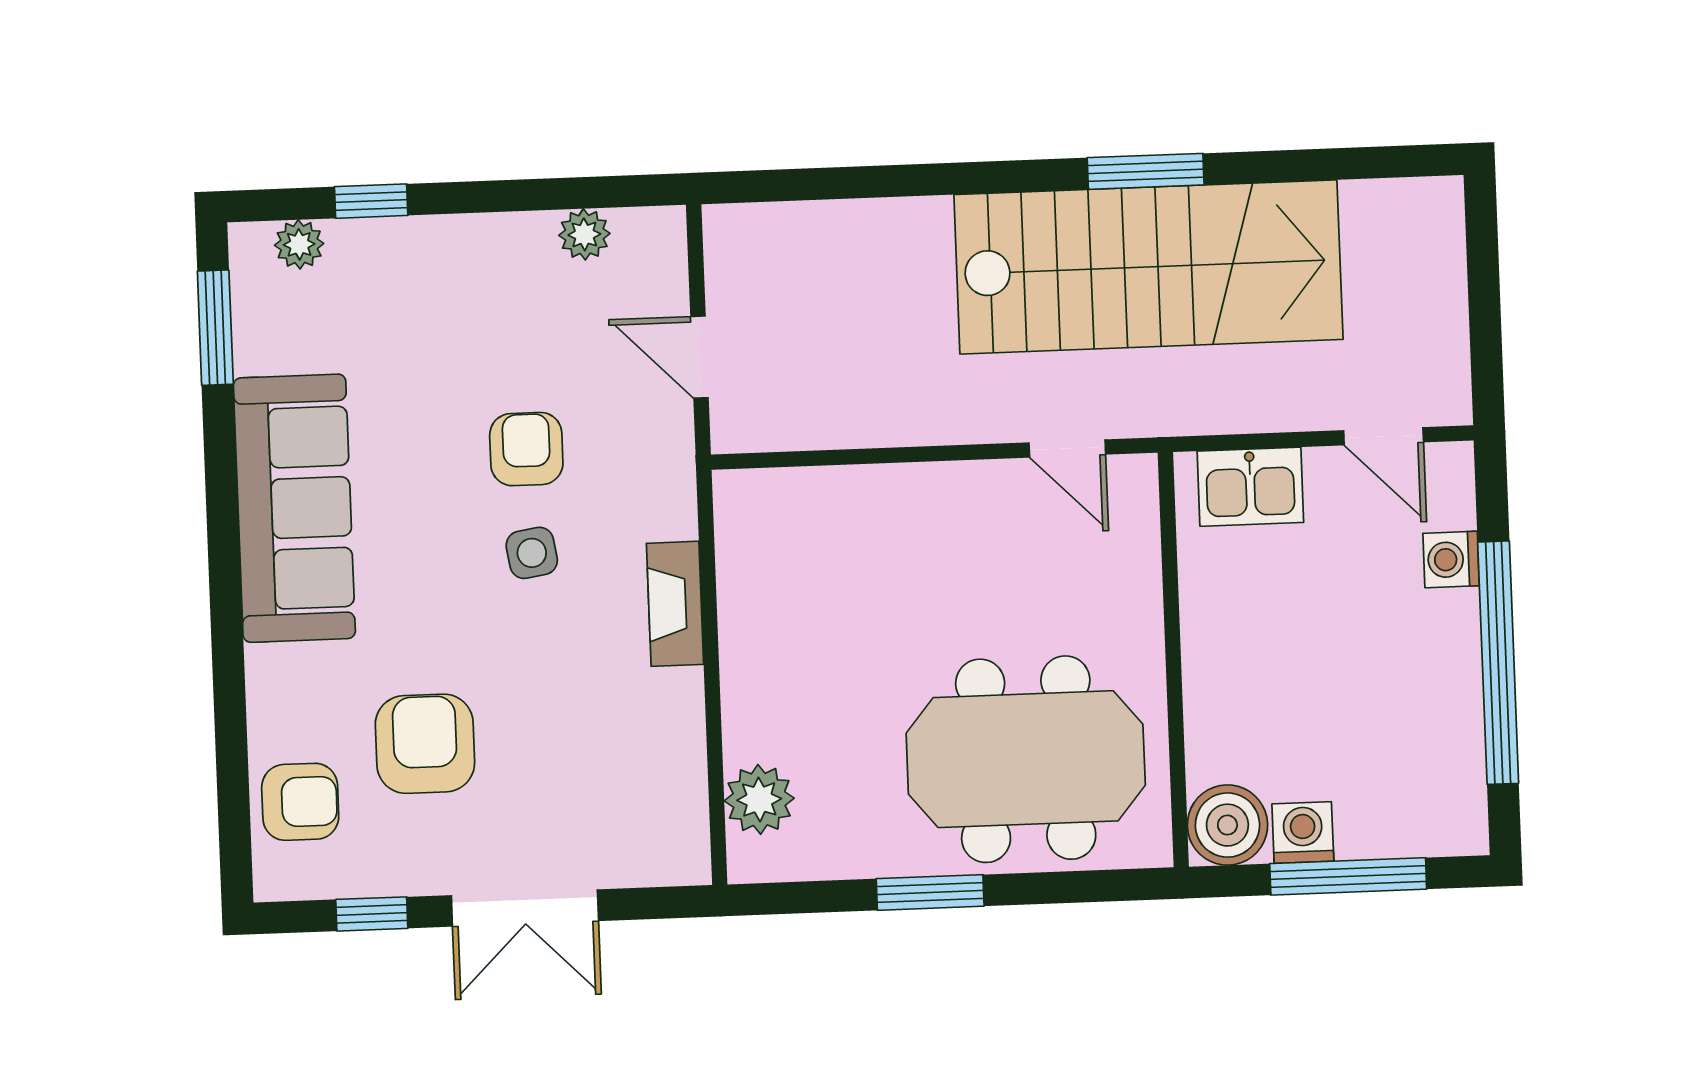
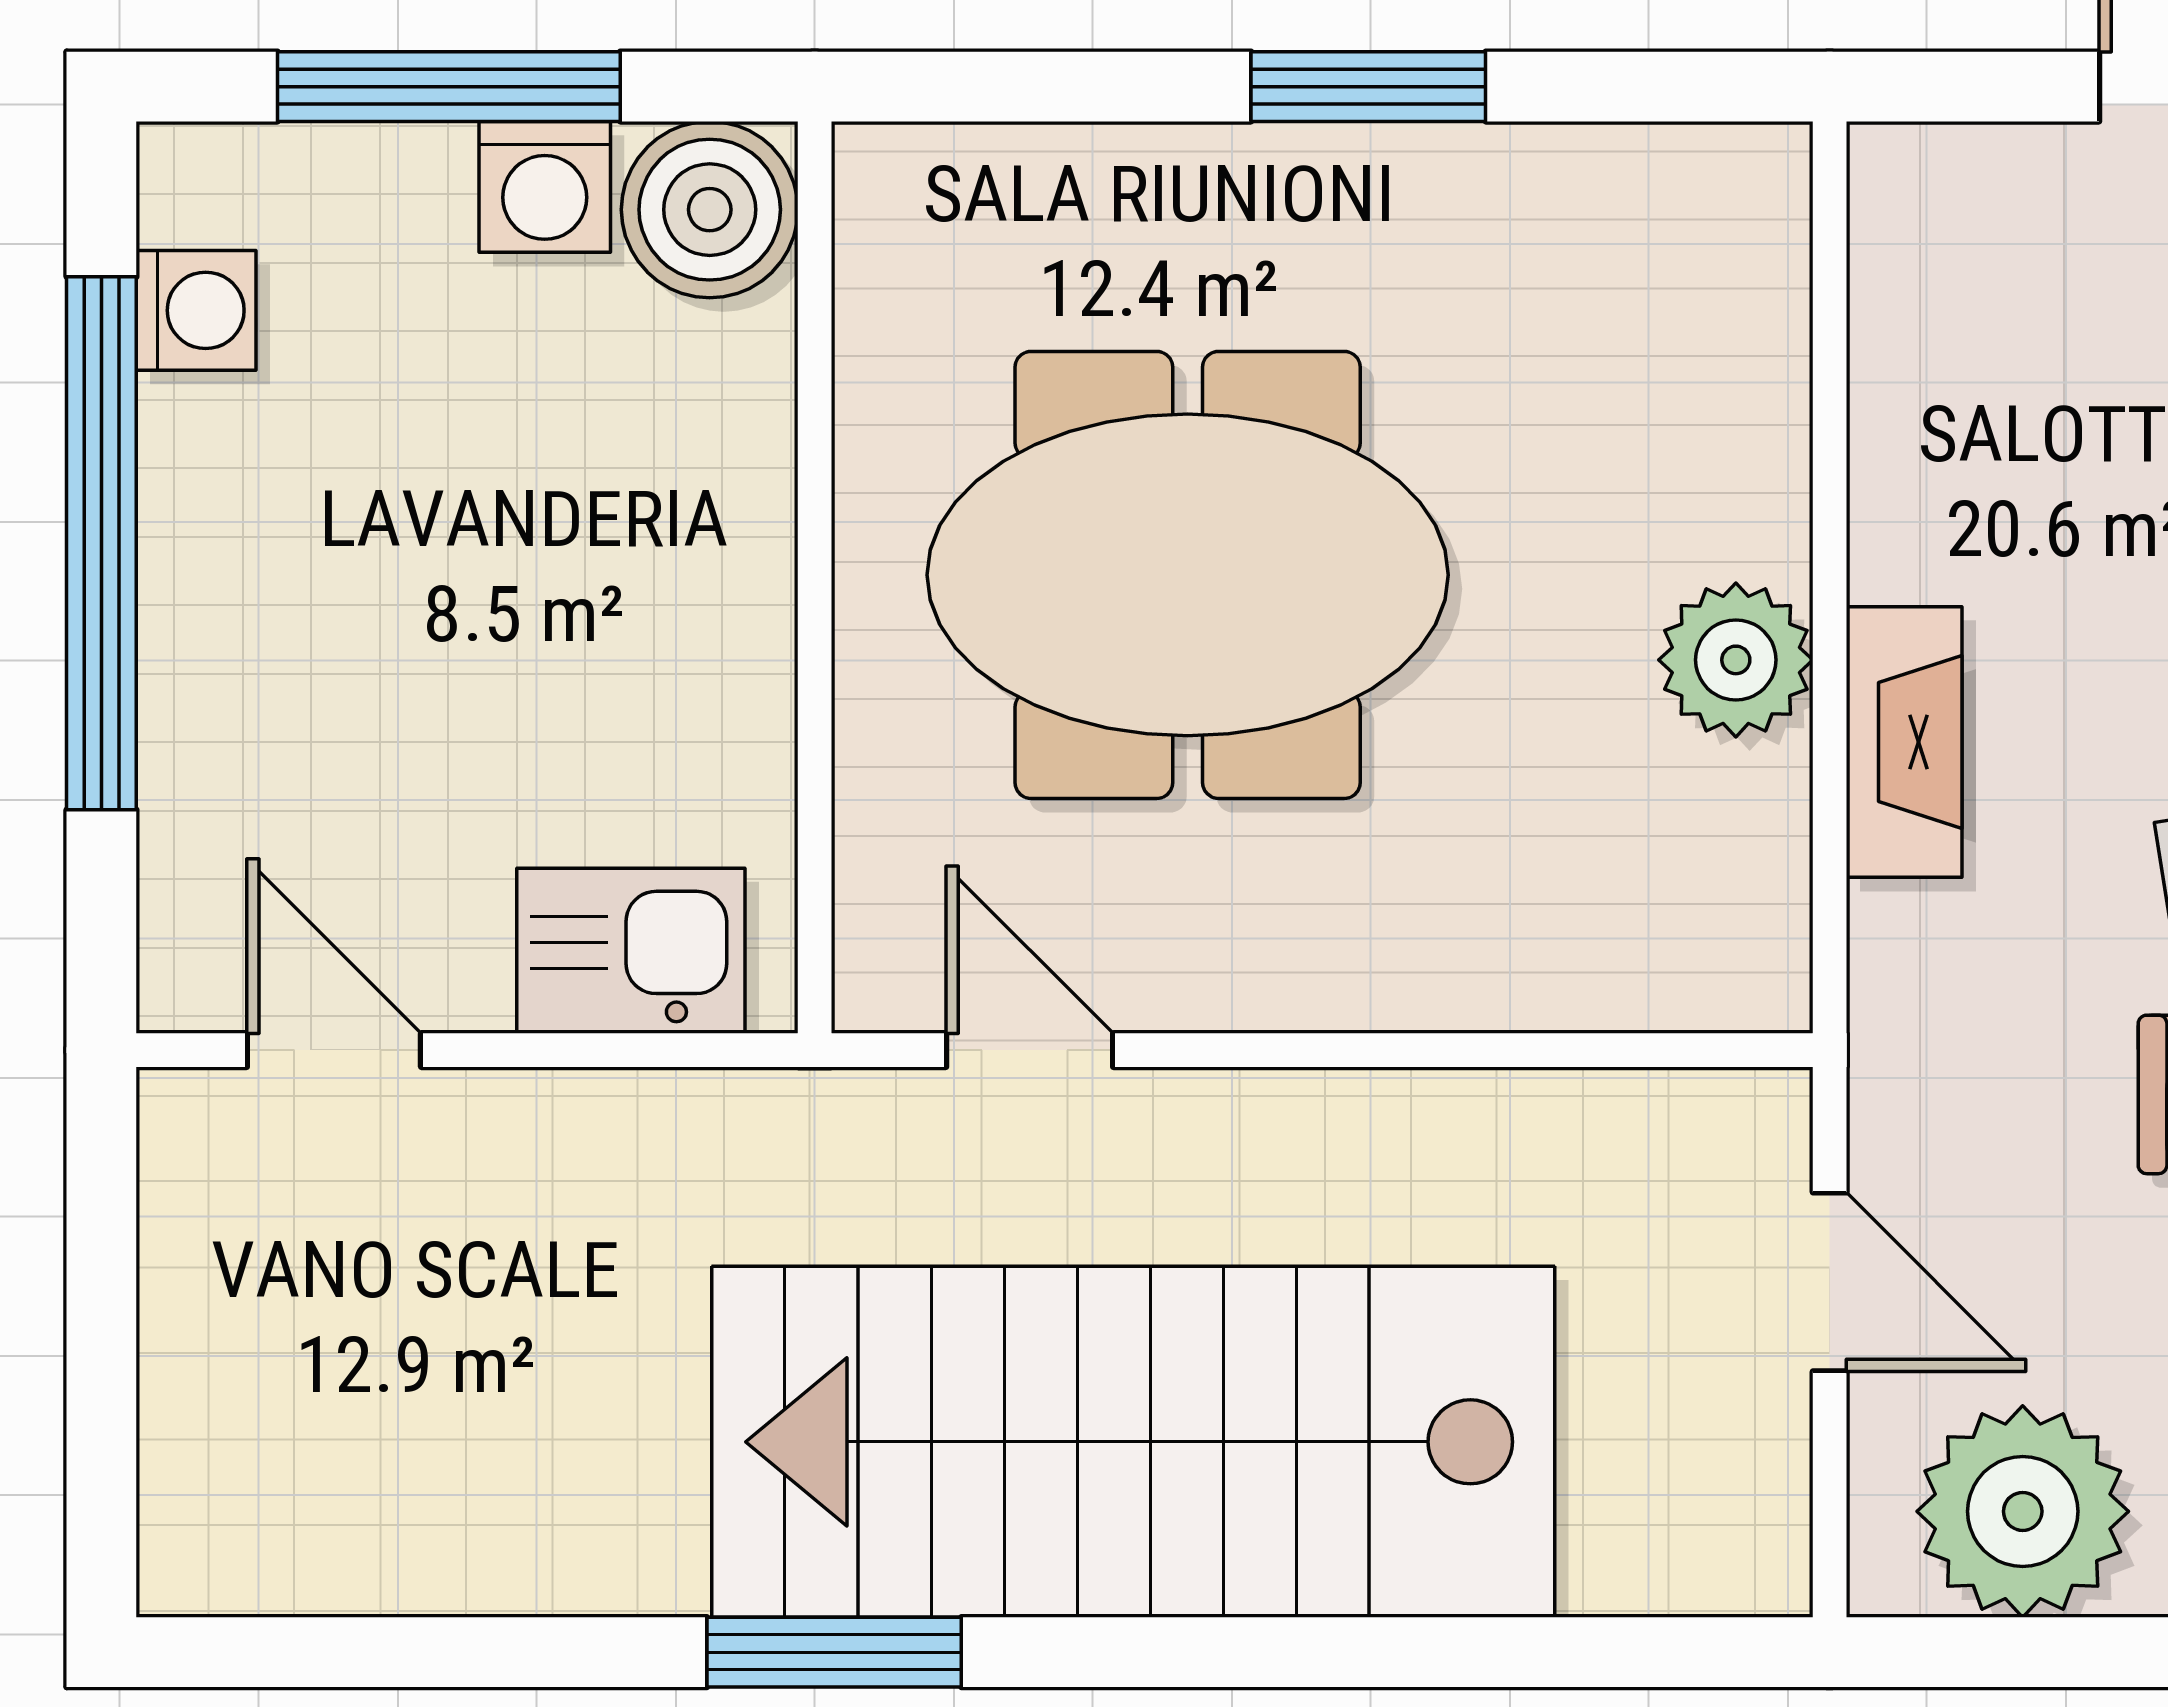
plant: (584, 234) -> (2023, 1511), width x1.87, depth x1.87
stairs: (1148, 267) -> (1133, 1442), moved
washing machine: (1451, 559) -> (196, 310), moved
meeting table: (1026, 759) -> (1188, 575), moved
plant: (759, 799) -> (1736, 660), moved

